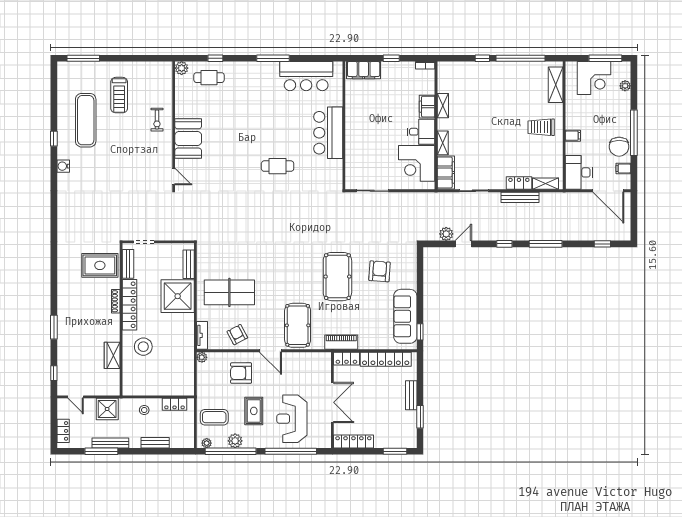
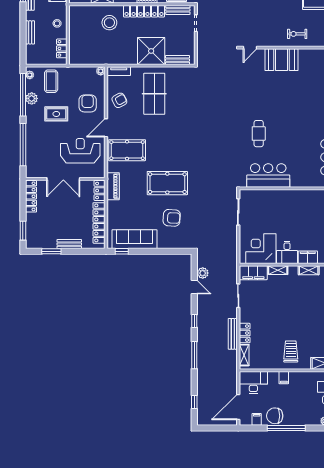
bar counter: (328, 133) -> (268, 175), moved
reception desk: (292, 419) -> (80, 151), moved

